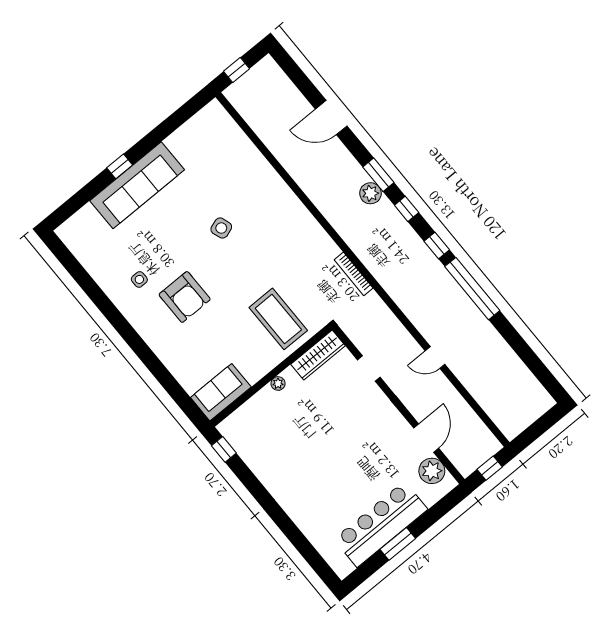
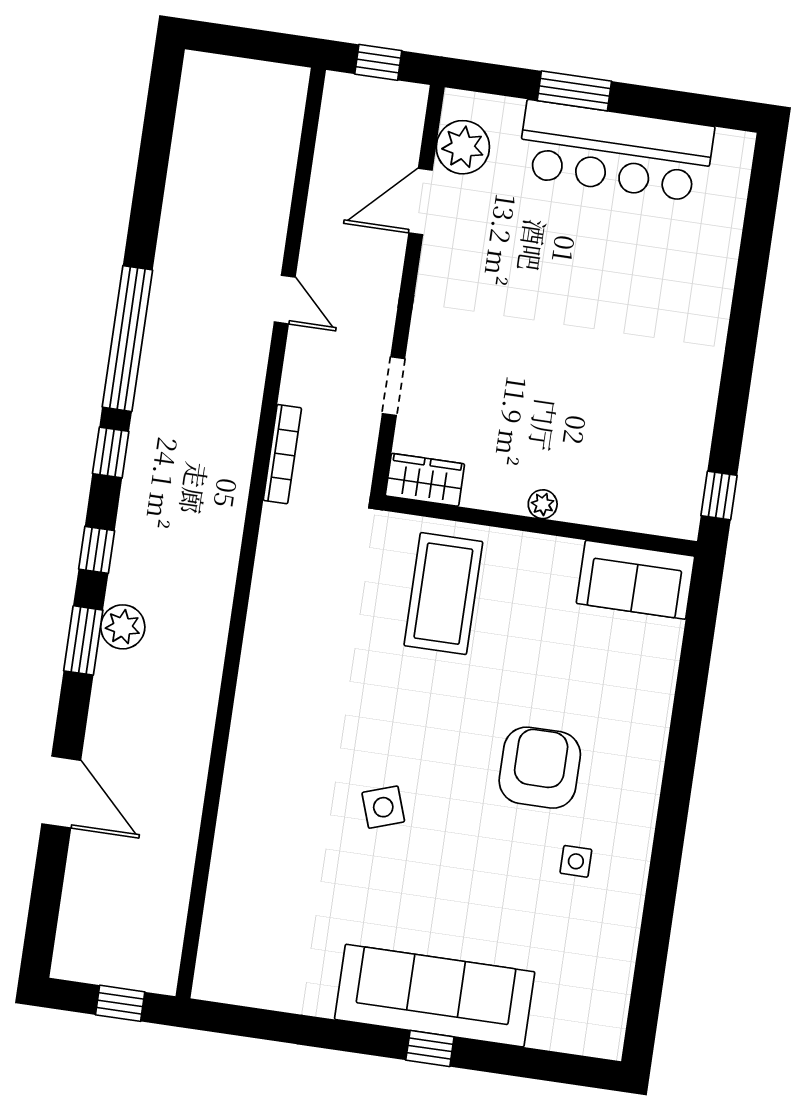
bookcase: (354, 274) -> (282, 454), moved
wardrobe: (318, 355) -> (425, 480), width x0.67
window: (398, 544) -> (574, 91), moved

